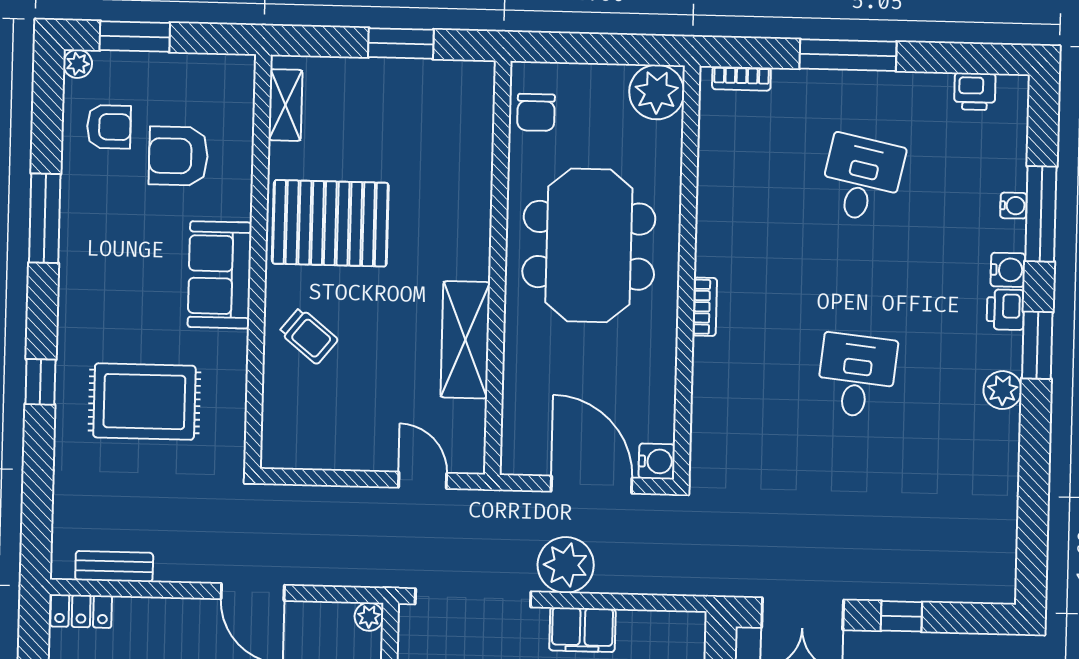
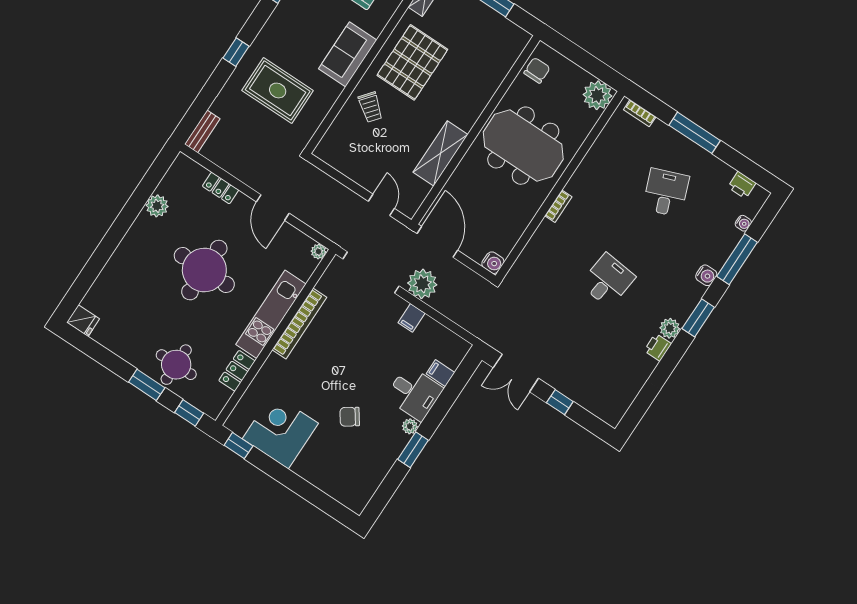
chair: (536, 112) -> (537, 70), turned 180
desk: (862, 179) -> (666, 193), turned -33
water cooler: (1014, 206) -> (743, 223), moved
pallet: (330, 223) -> (412, 62), turned 90
meeting table: (589, 245) -> (523, 146), turned 90
printer: (1005, 310) -> (658, 347), moved
door: (592, 485) -> (437, 242), moved
bench: (114, 566) -> (202, 131), moved, turned 90
locker: (81, 611) -> (221, 188), moved
filing cabinet: (582, 630) -> (412, 318), width x0.50

